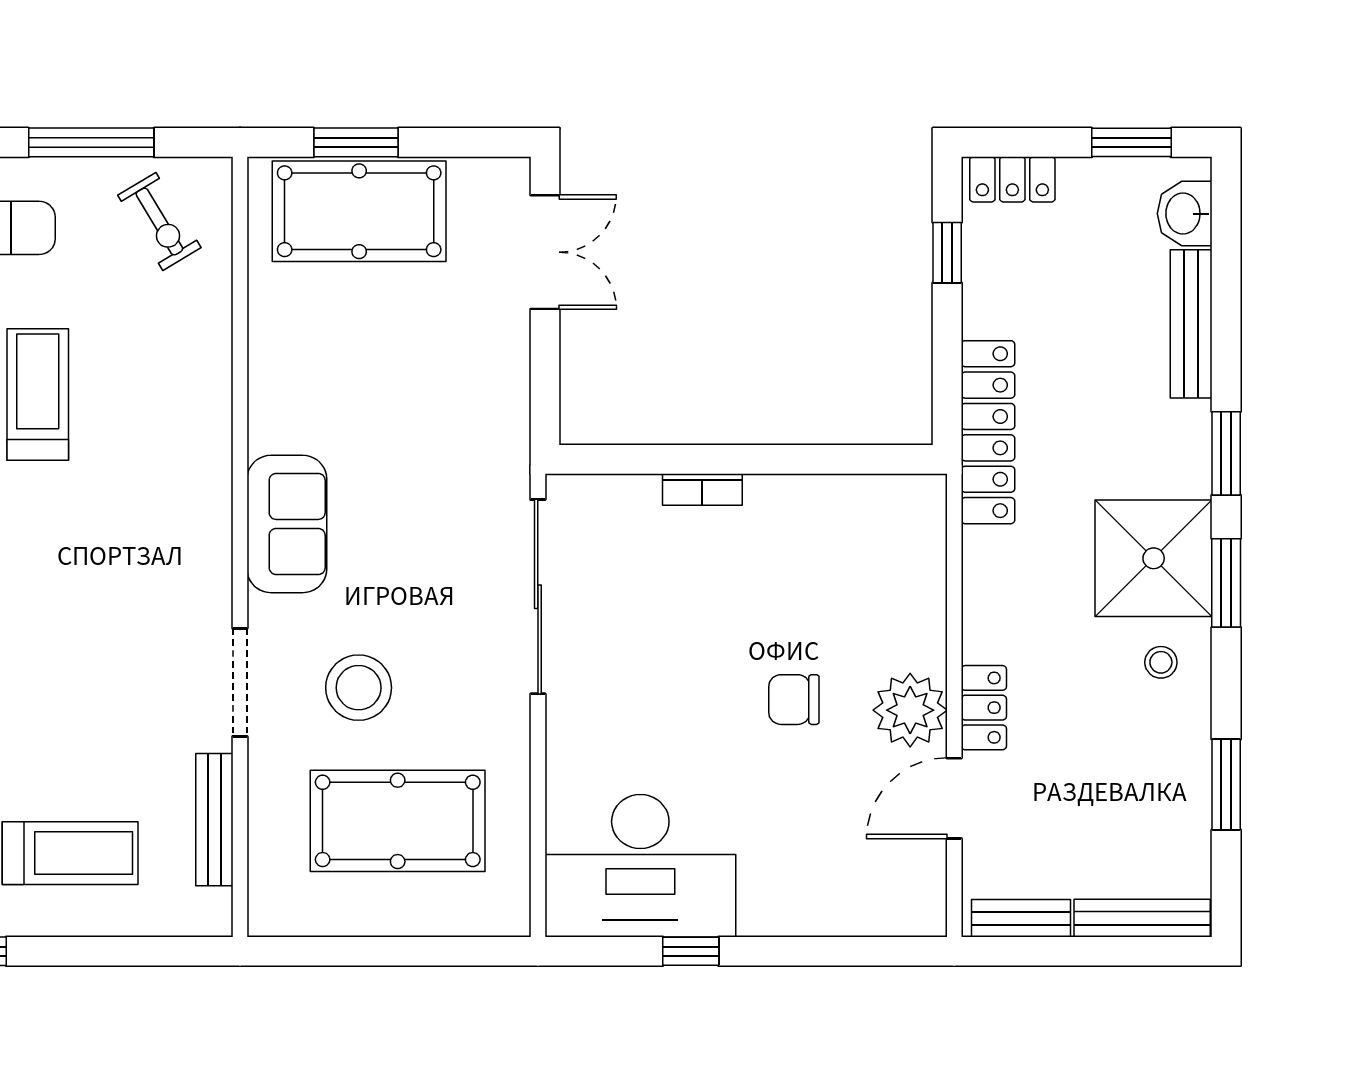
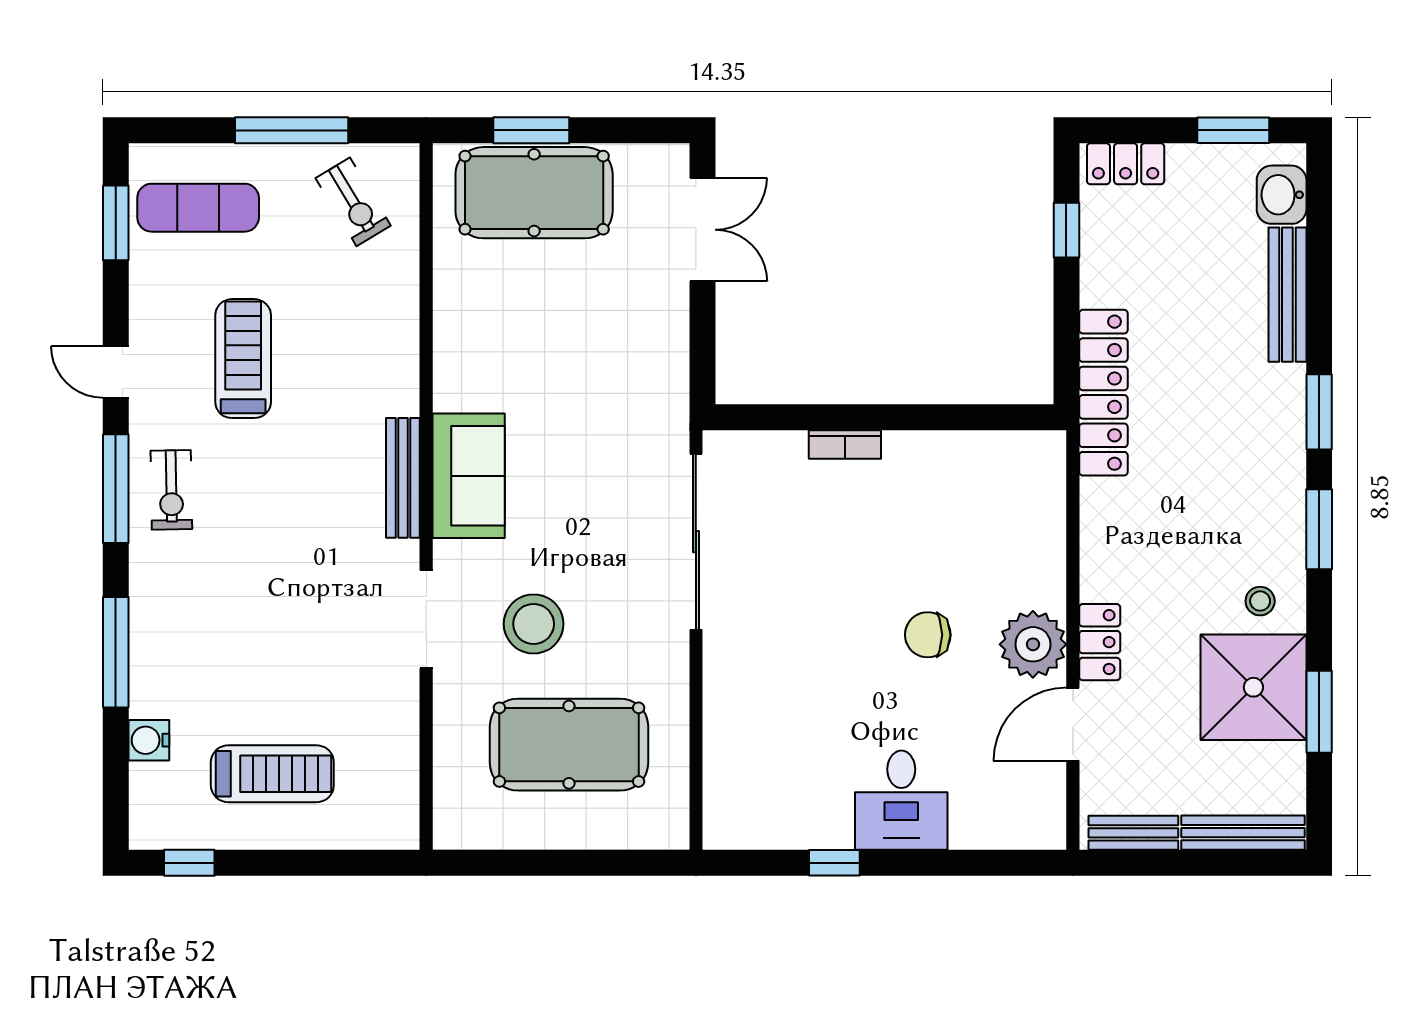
shower: (1154, 558) -> (1253, 687), moved
bench: (214, 820) -> (403, 478), moved
desk: (640, 866) -> (901, 800), moved, width x0.53, depth x0.77

